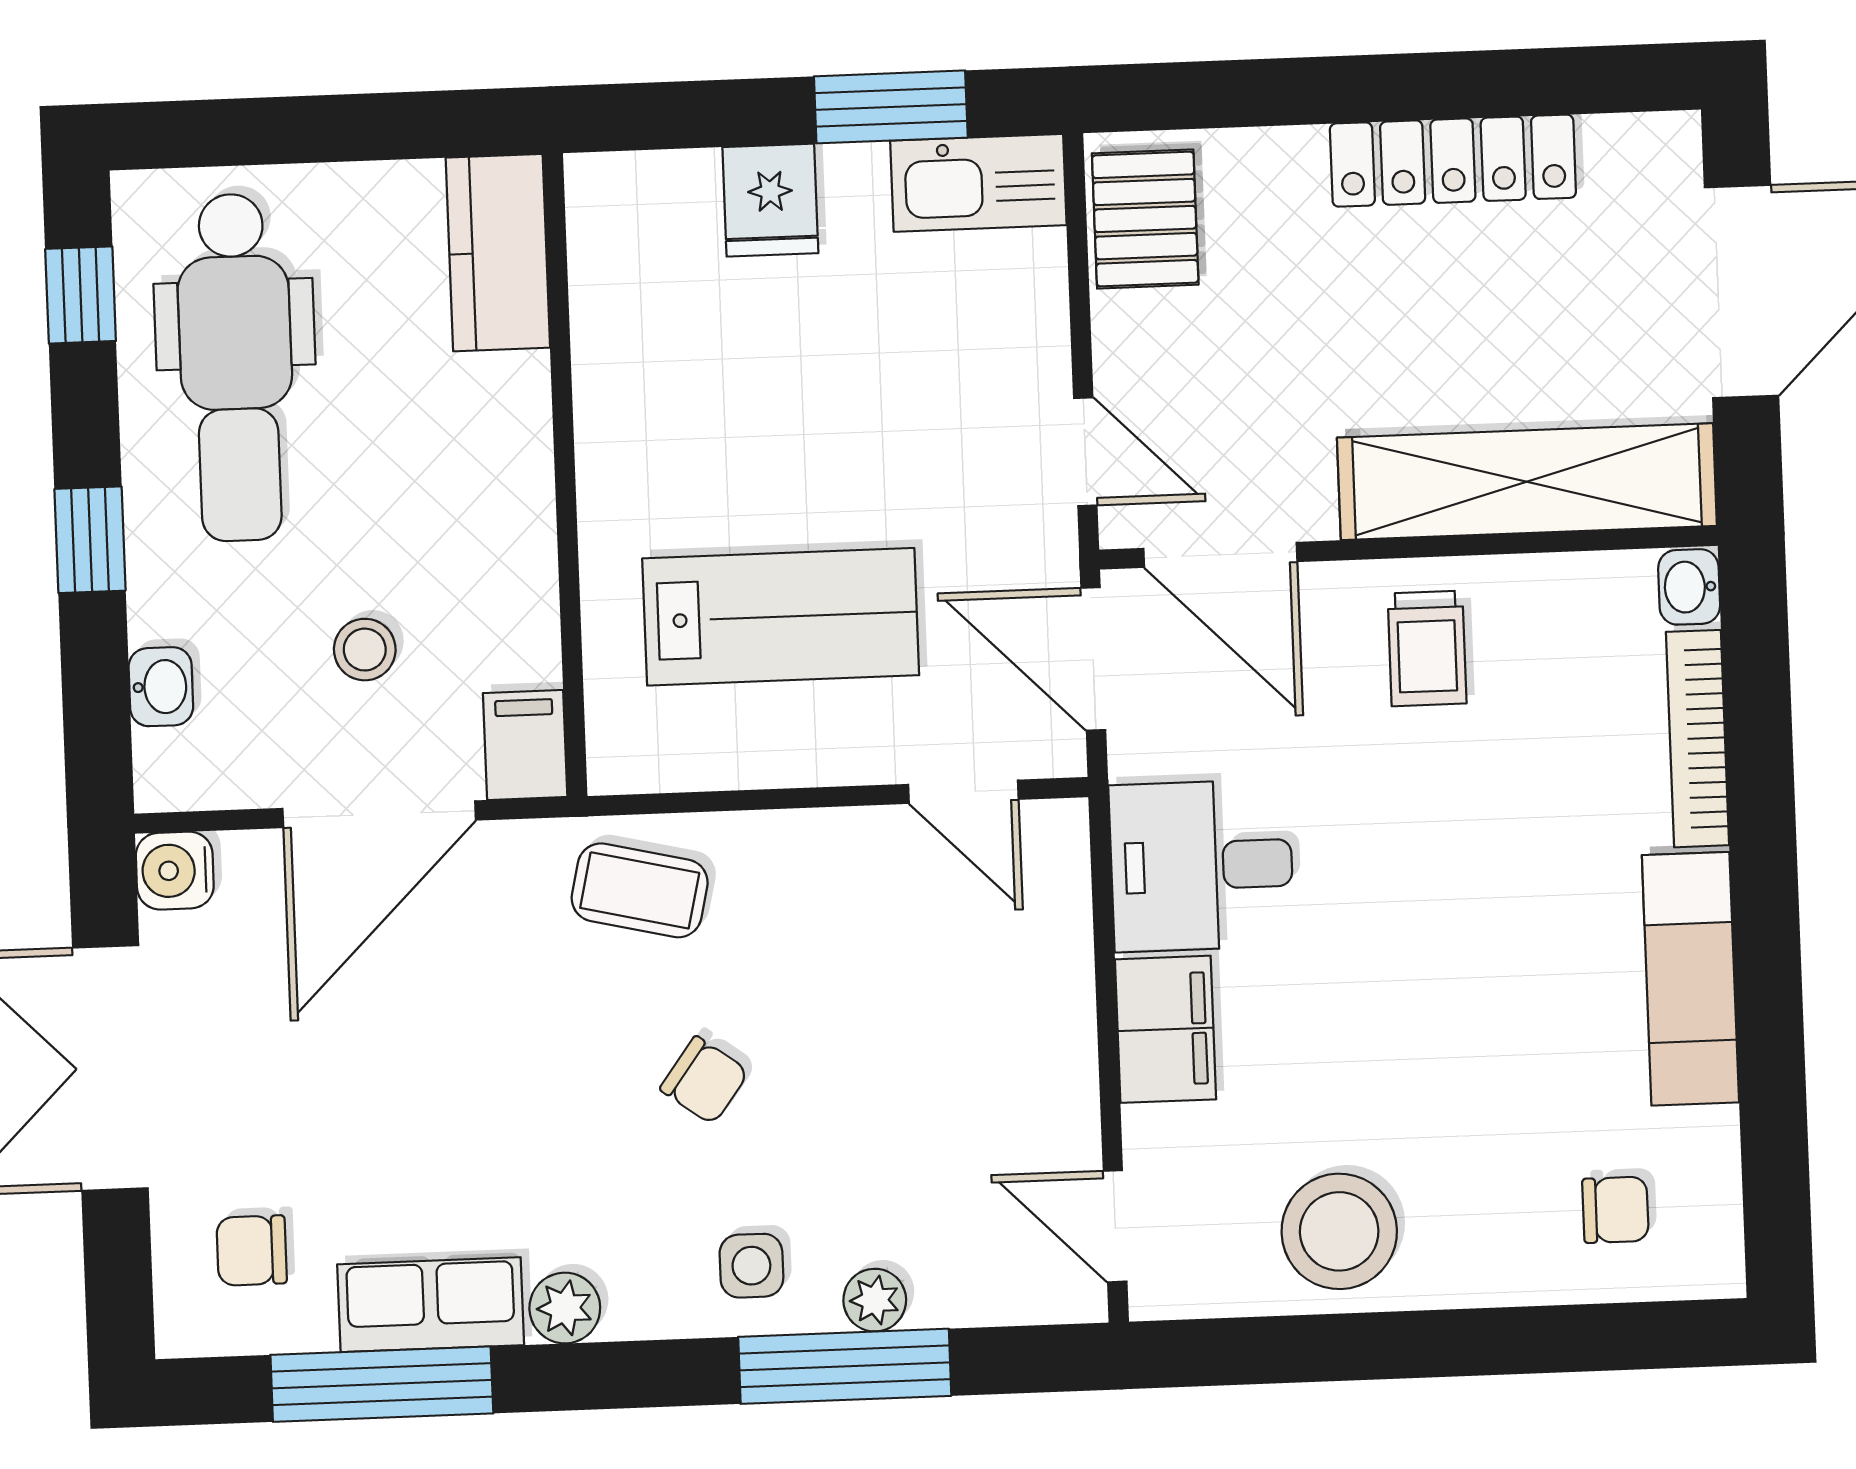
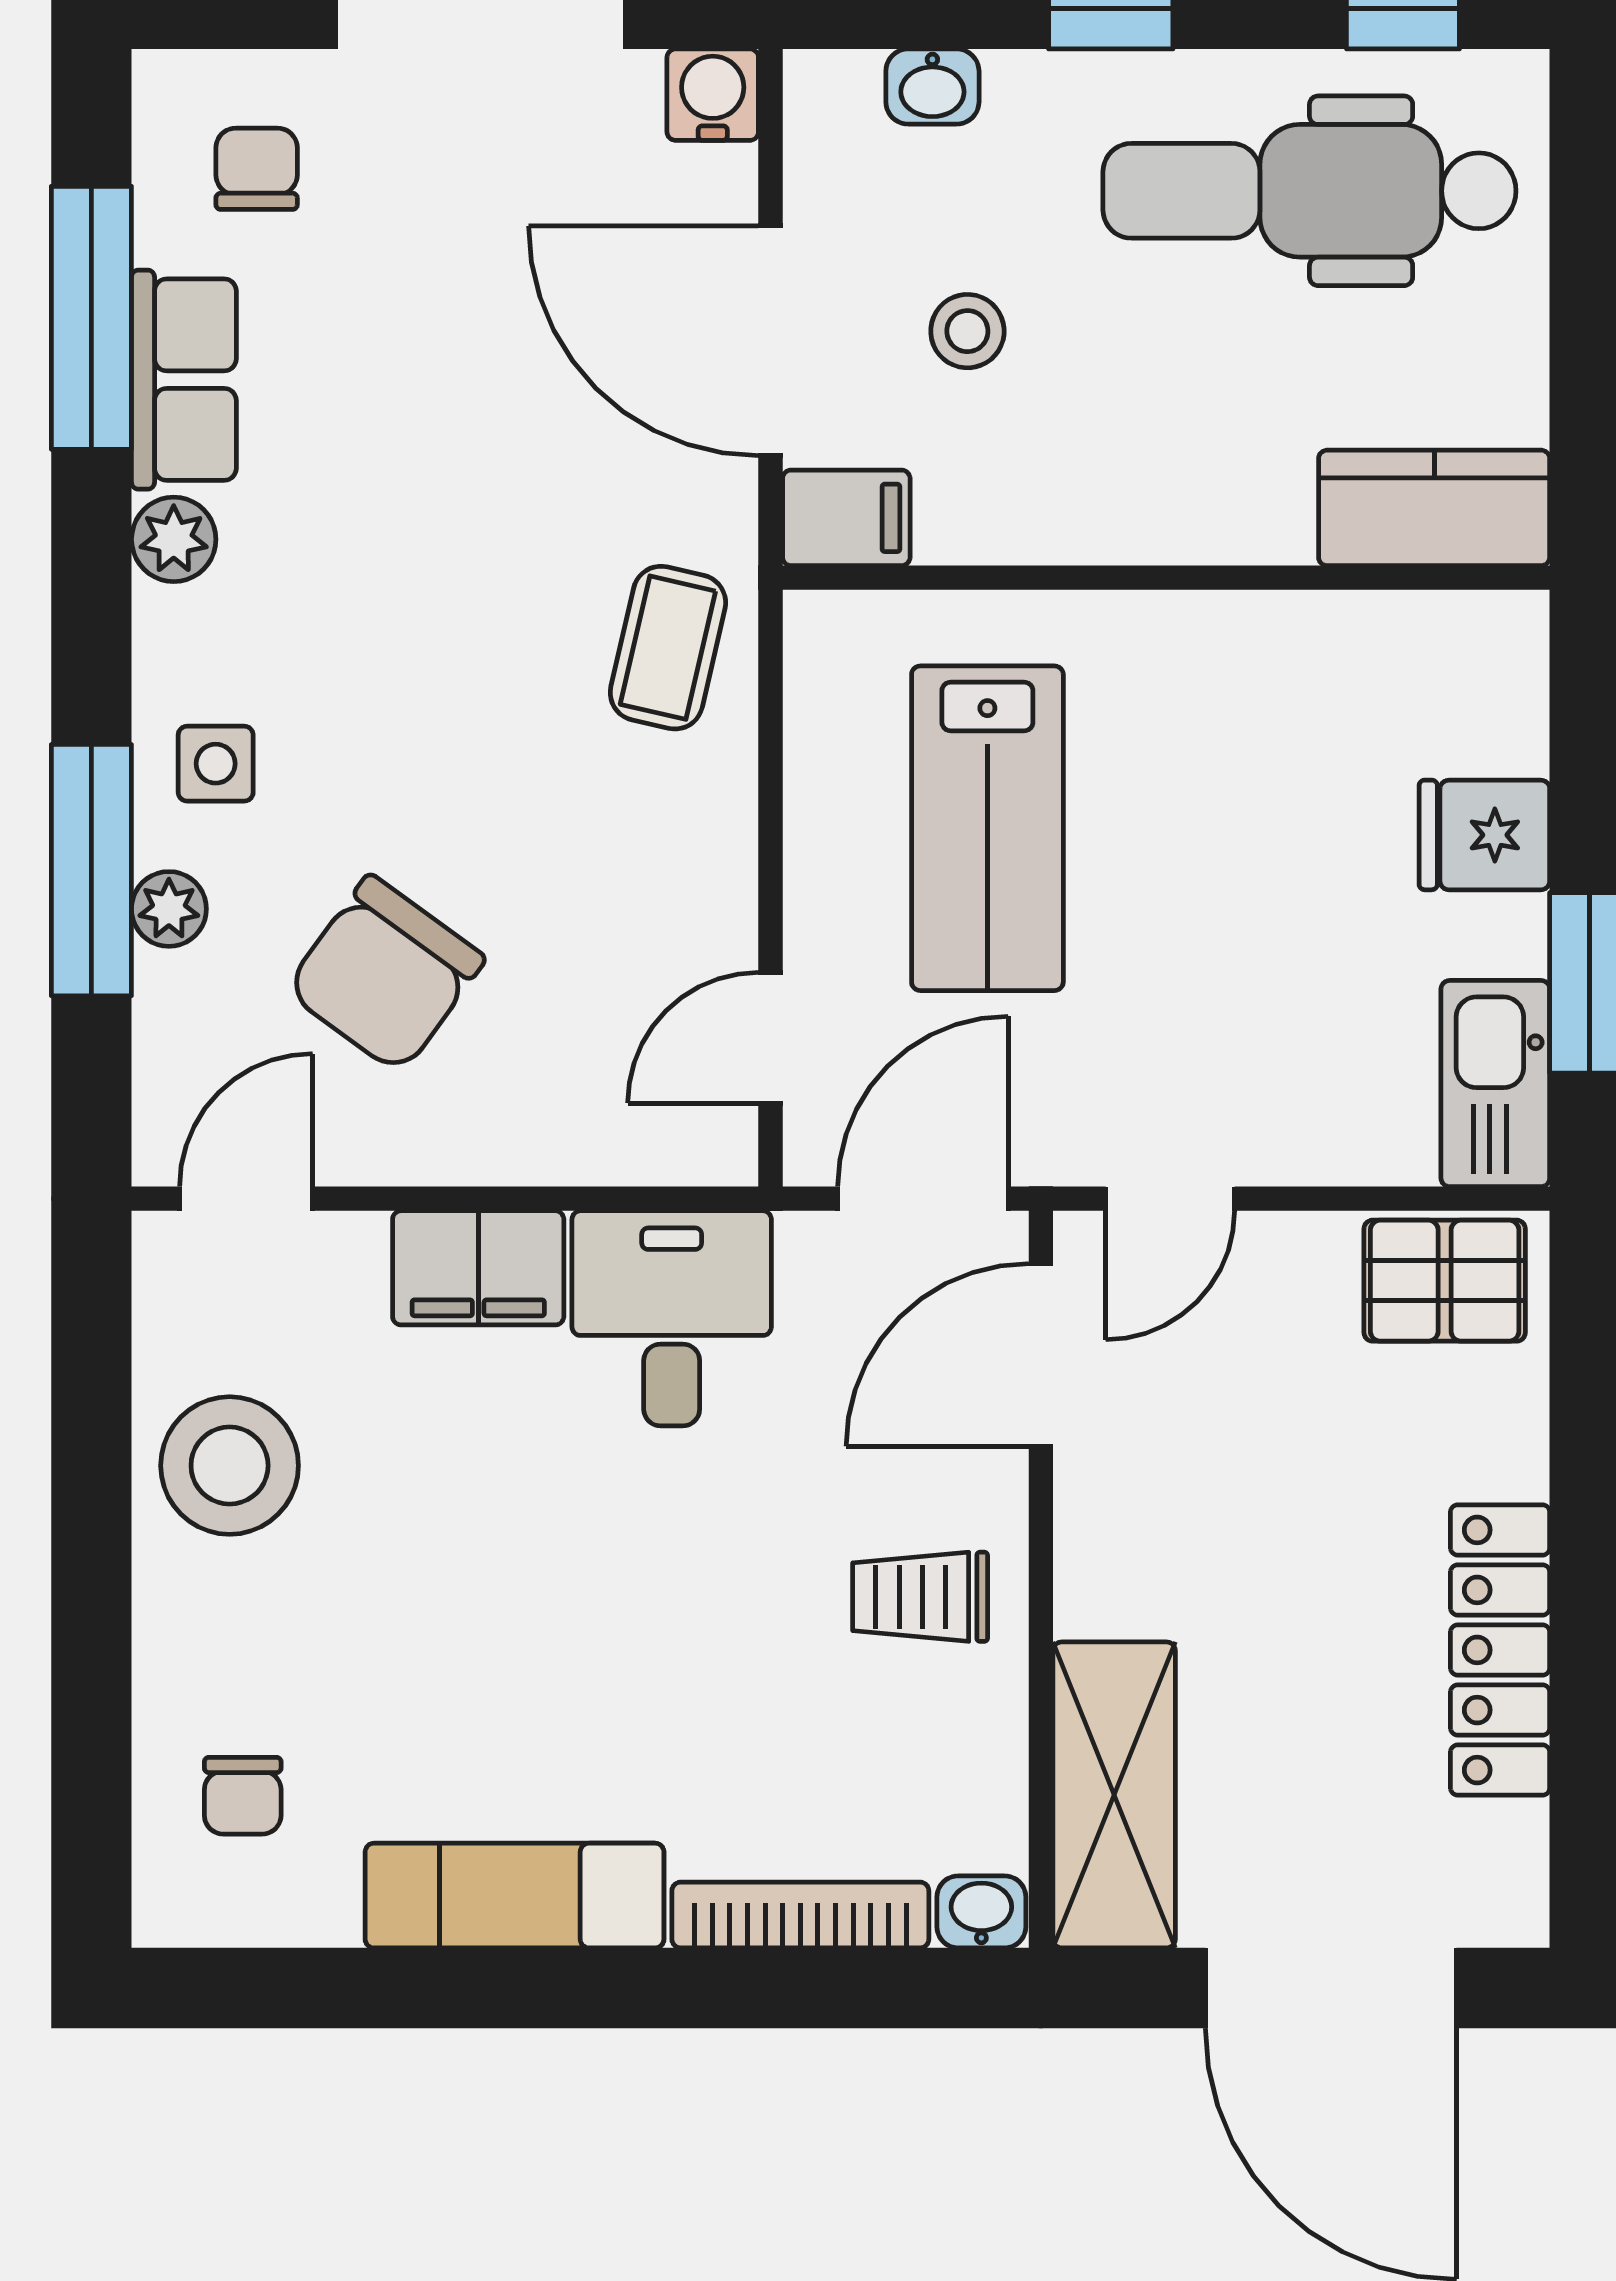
shelving: (1527, 482) -> (1114, 1795), width x0.68
chair: (704, 1080) -> (385, 974), moved, width x1.87, depth x1.87

